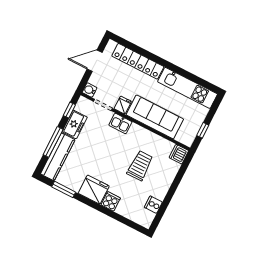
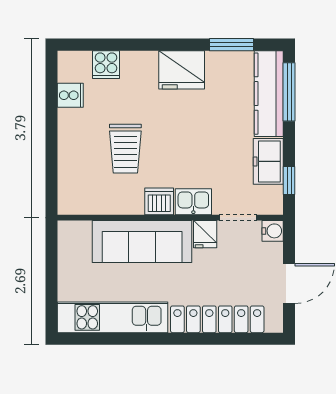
window: (203, 130) -> (52, 260), removed
window: (53, 142) -> (289, 92), moved
dishwasher: (179, 154) -> (159, 201), moved, turned -90
cooker: (111, 201) -> (106, 65), moved

